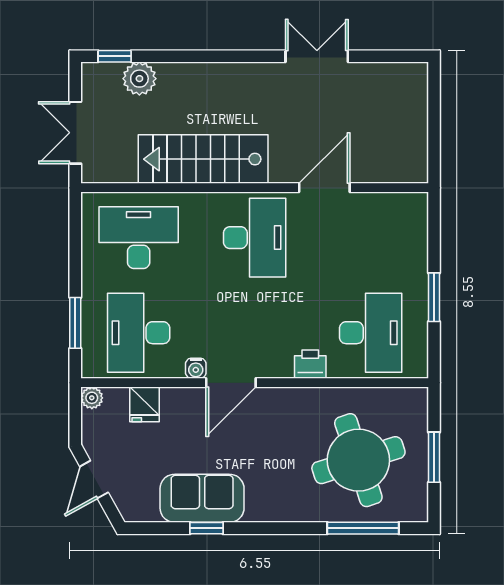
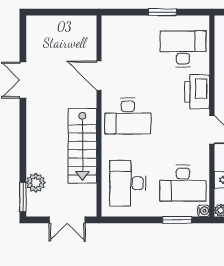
window: (115, 56) -> (23, 197), width x1.50
desk: (255, 238) -> (128, 116), turned 180
printer: (310, 364) -> (197, 92), width x1.87, depth x1.48
water cooler: (196, 368) -> (204, 211), moved

